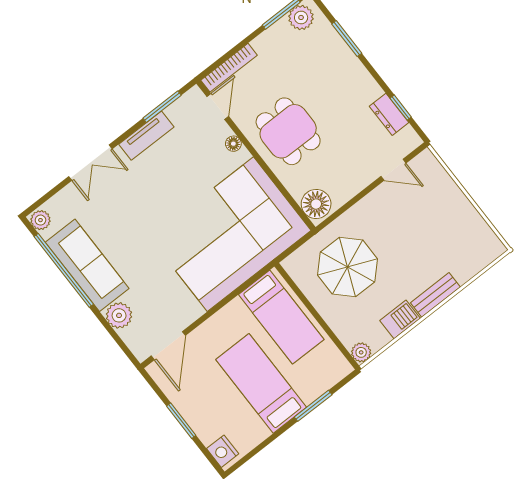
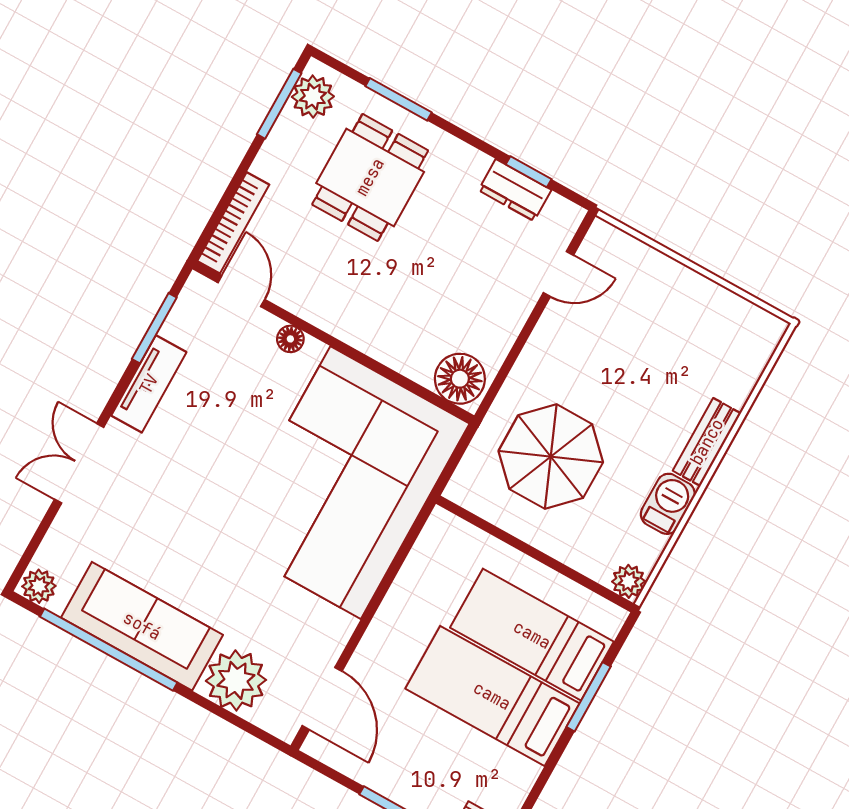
dining table: (288, 131) -> (370, 177), moved, turned 90
double door: (90, 163) -> (79, 463), swing flipped
plant: (119, 315) -> (236, 680), width x1.36, depth x1.36
bed: (281, 317) -> (532, 635), moved, turned 180

